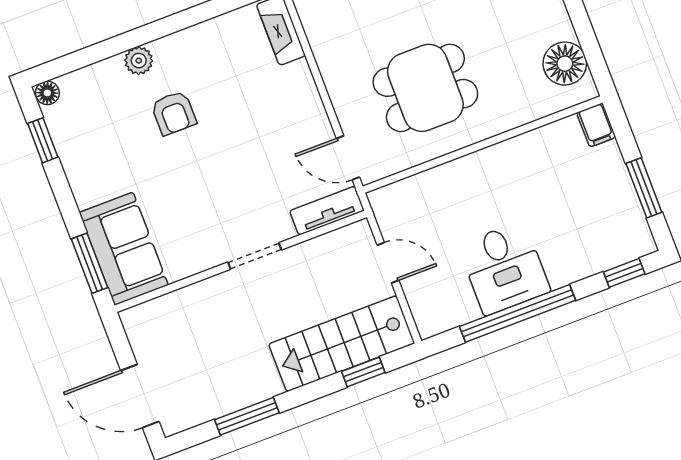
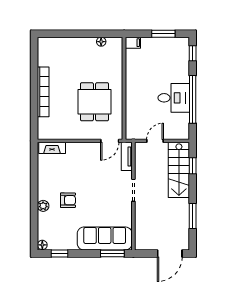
floor lamp: (565, 64) -> (101, 42), width x0.53, depth x0.53
sofa: (124, 249) -> (105, 238), width x1.36

